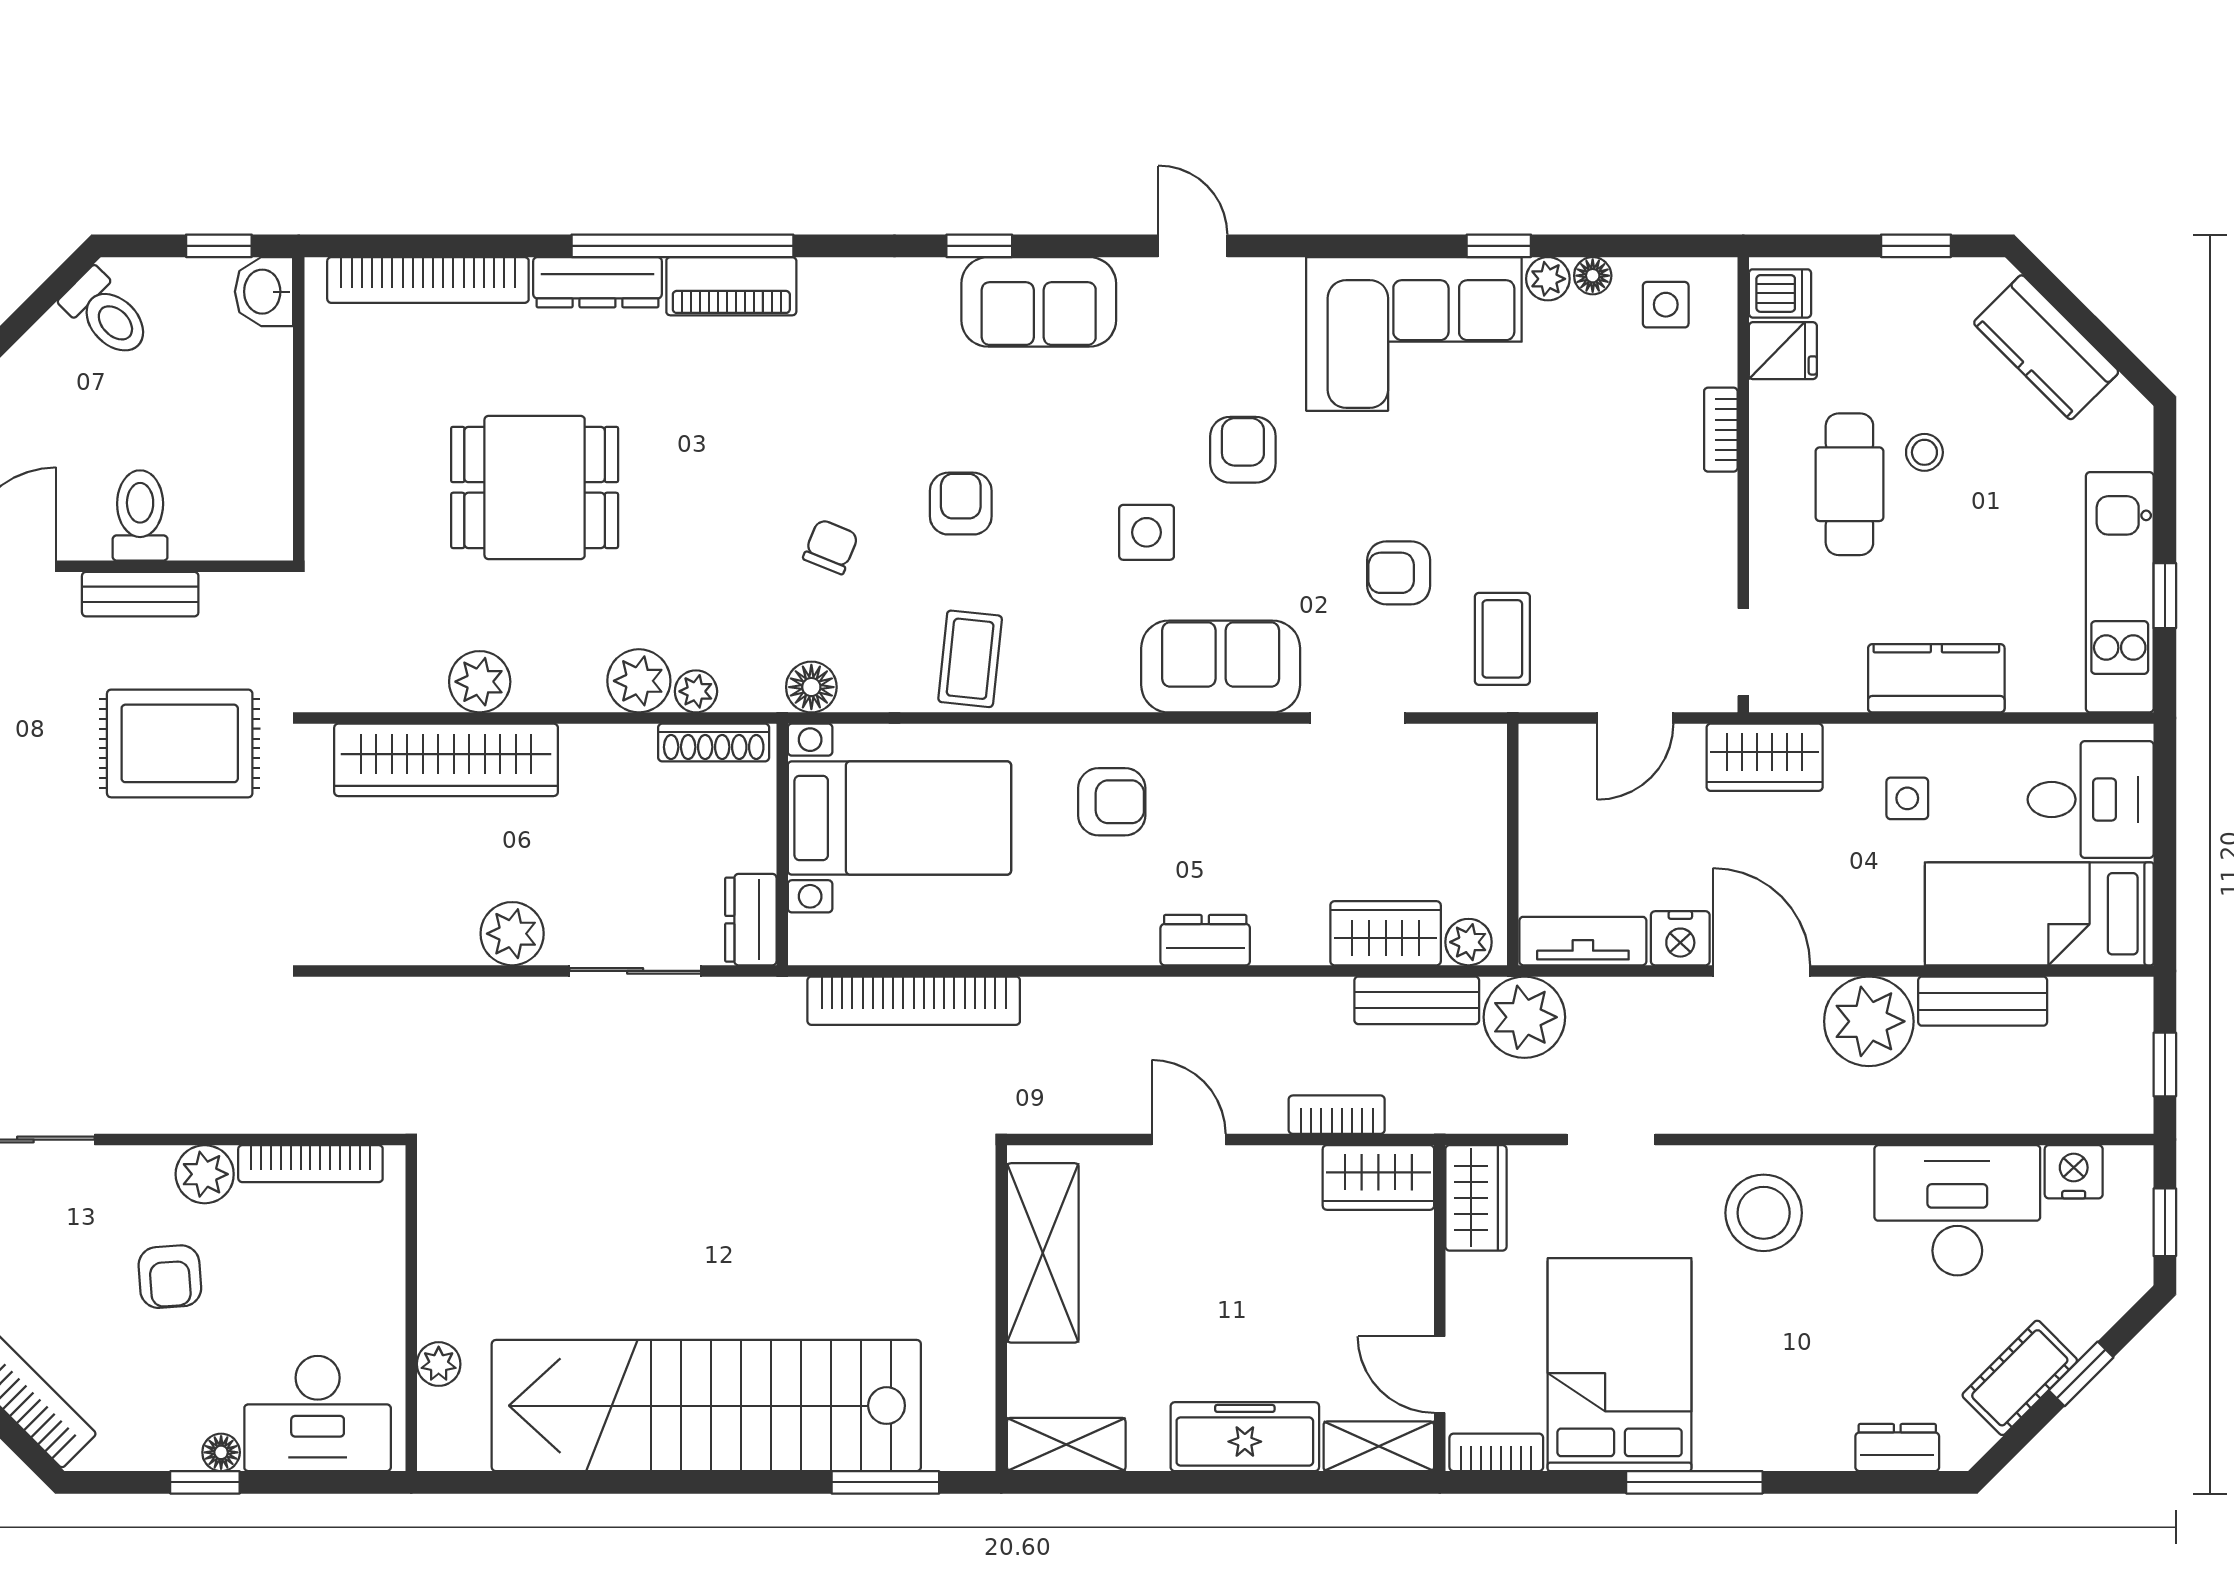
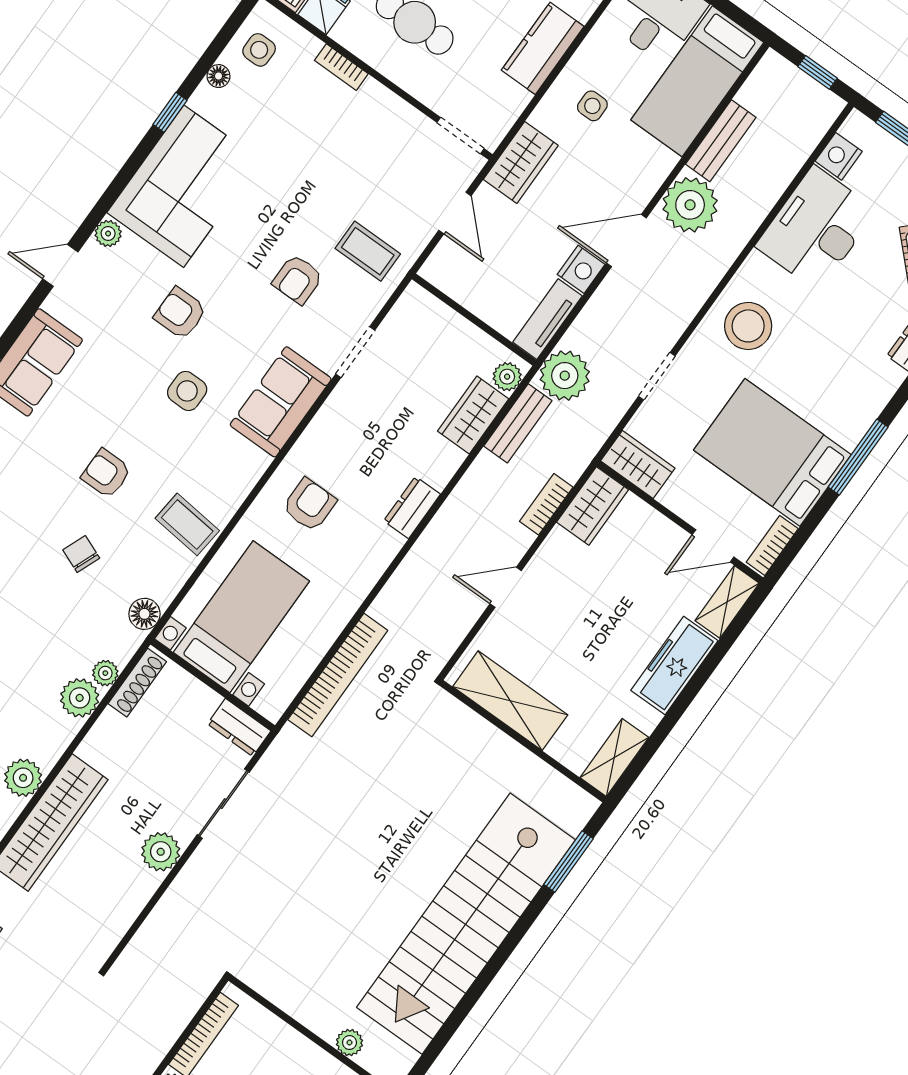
plant: (1548, 279) -> (108, 233), moved

